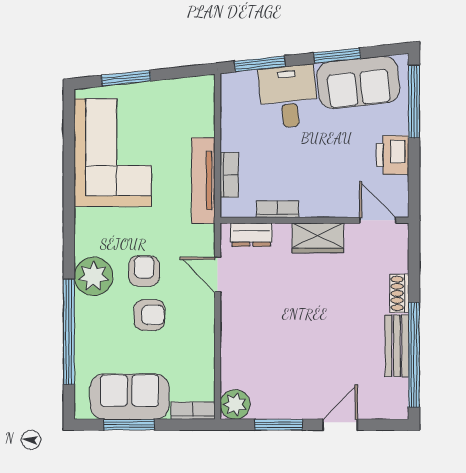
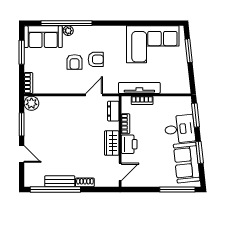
printer: (393, 155) -> (129, 144), moved, turned 90
plant: (94, 276) -> (68, 31), moved, width x0.53, depth x0.53
sofa: (130, 397) -> (43, 37), moved, turned 90

